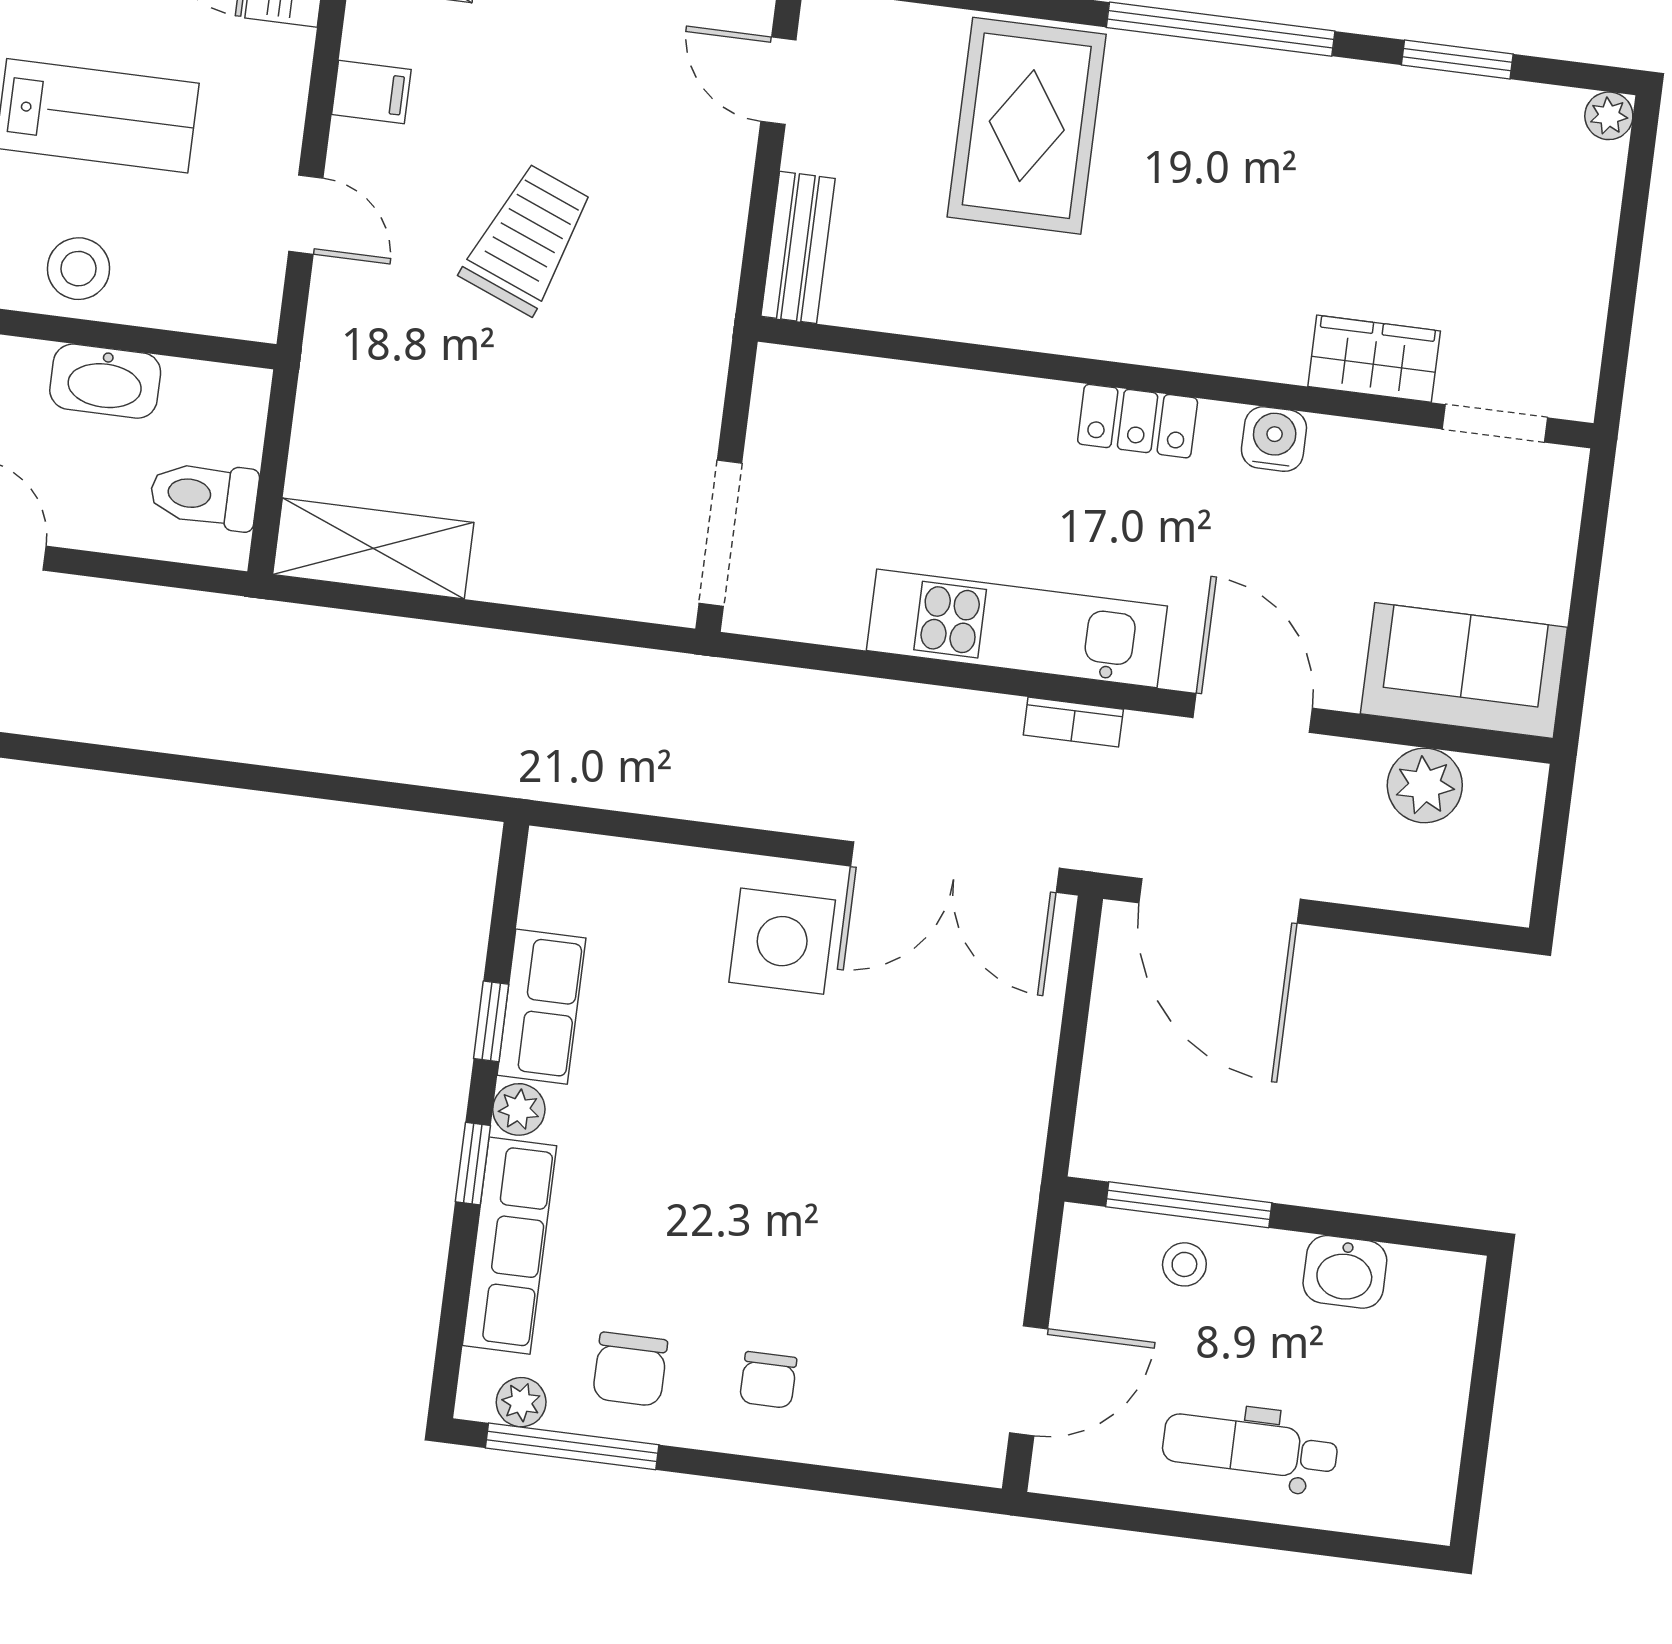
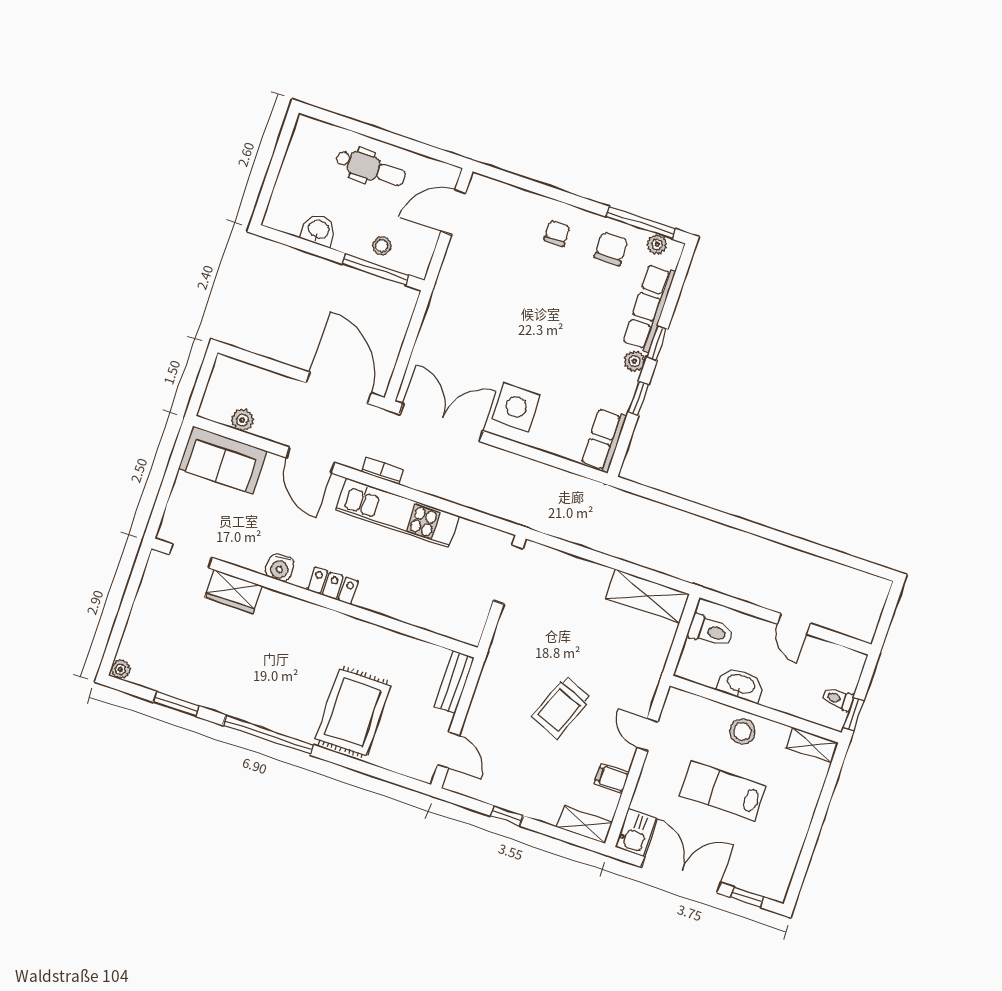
plant: (1425, 785) -> (242, 420), width x0.73, depth x0.73
row of seats: (541, 1007) -> (604, 440), moved

